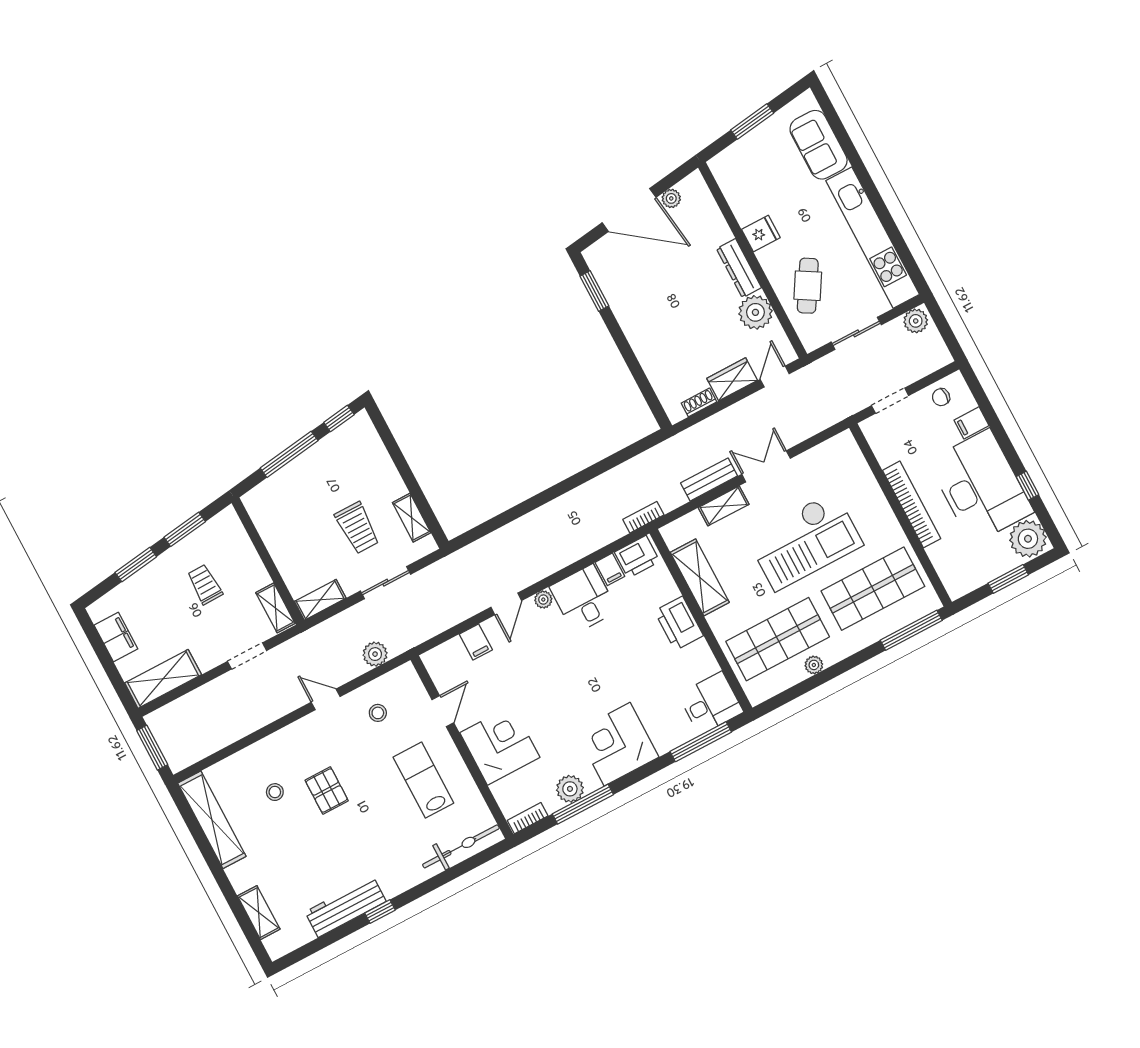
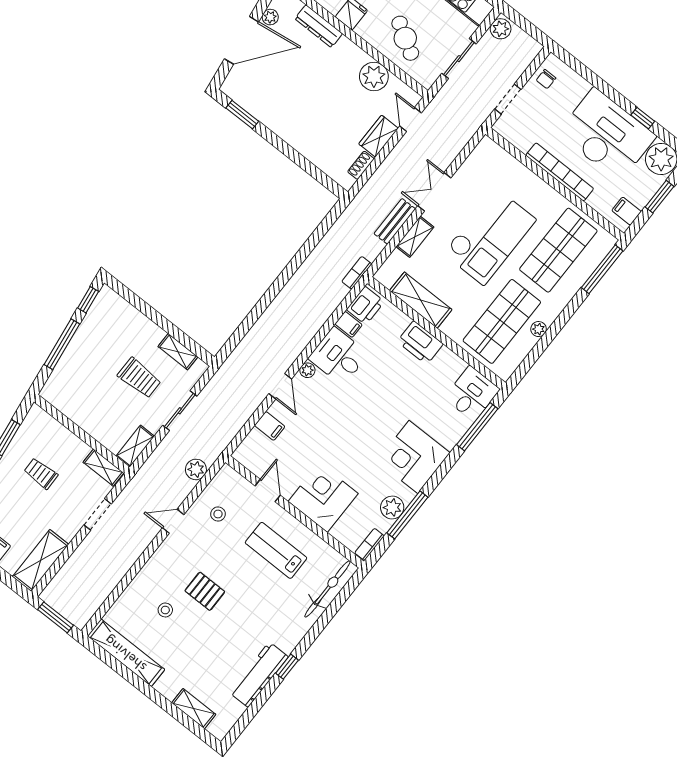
dresser: (739, 268) -> (319, 26), moved
filing cabinet: (971, 423) -> (626, 211), moved, turned 90

